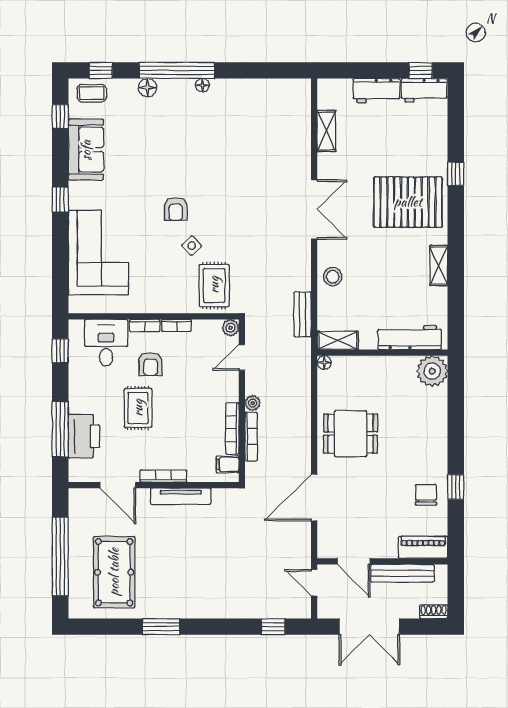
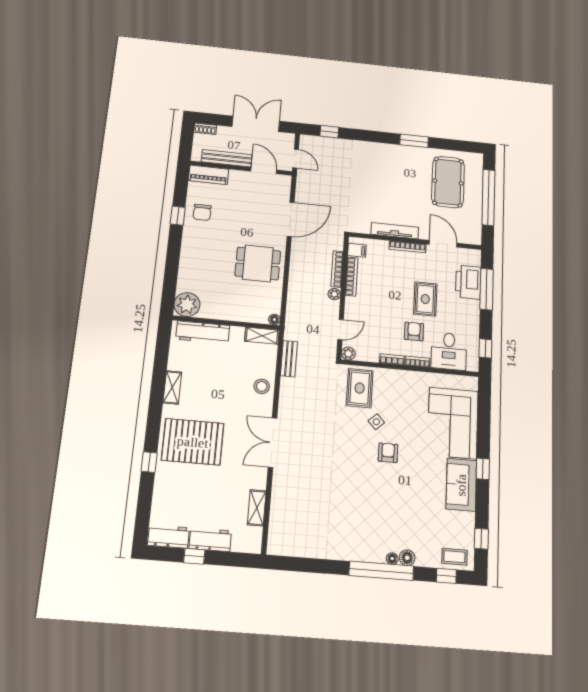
window: (421, 70) -> (194, 556), moved
floor lamp: (202, 85) -> (392, 559), moved
sofa: (86, 150) -> (461, 485), moved

